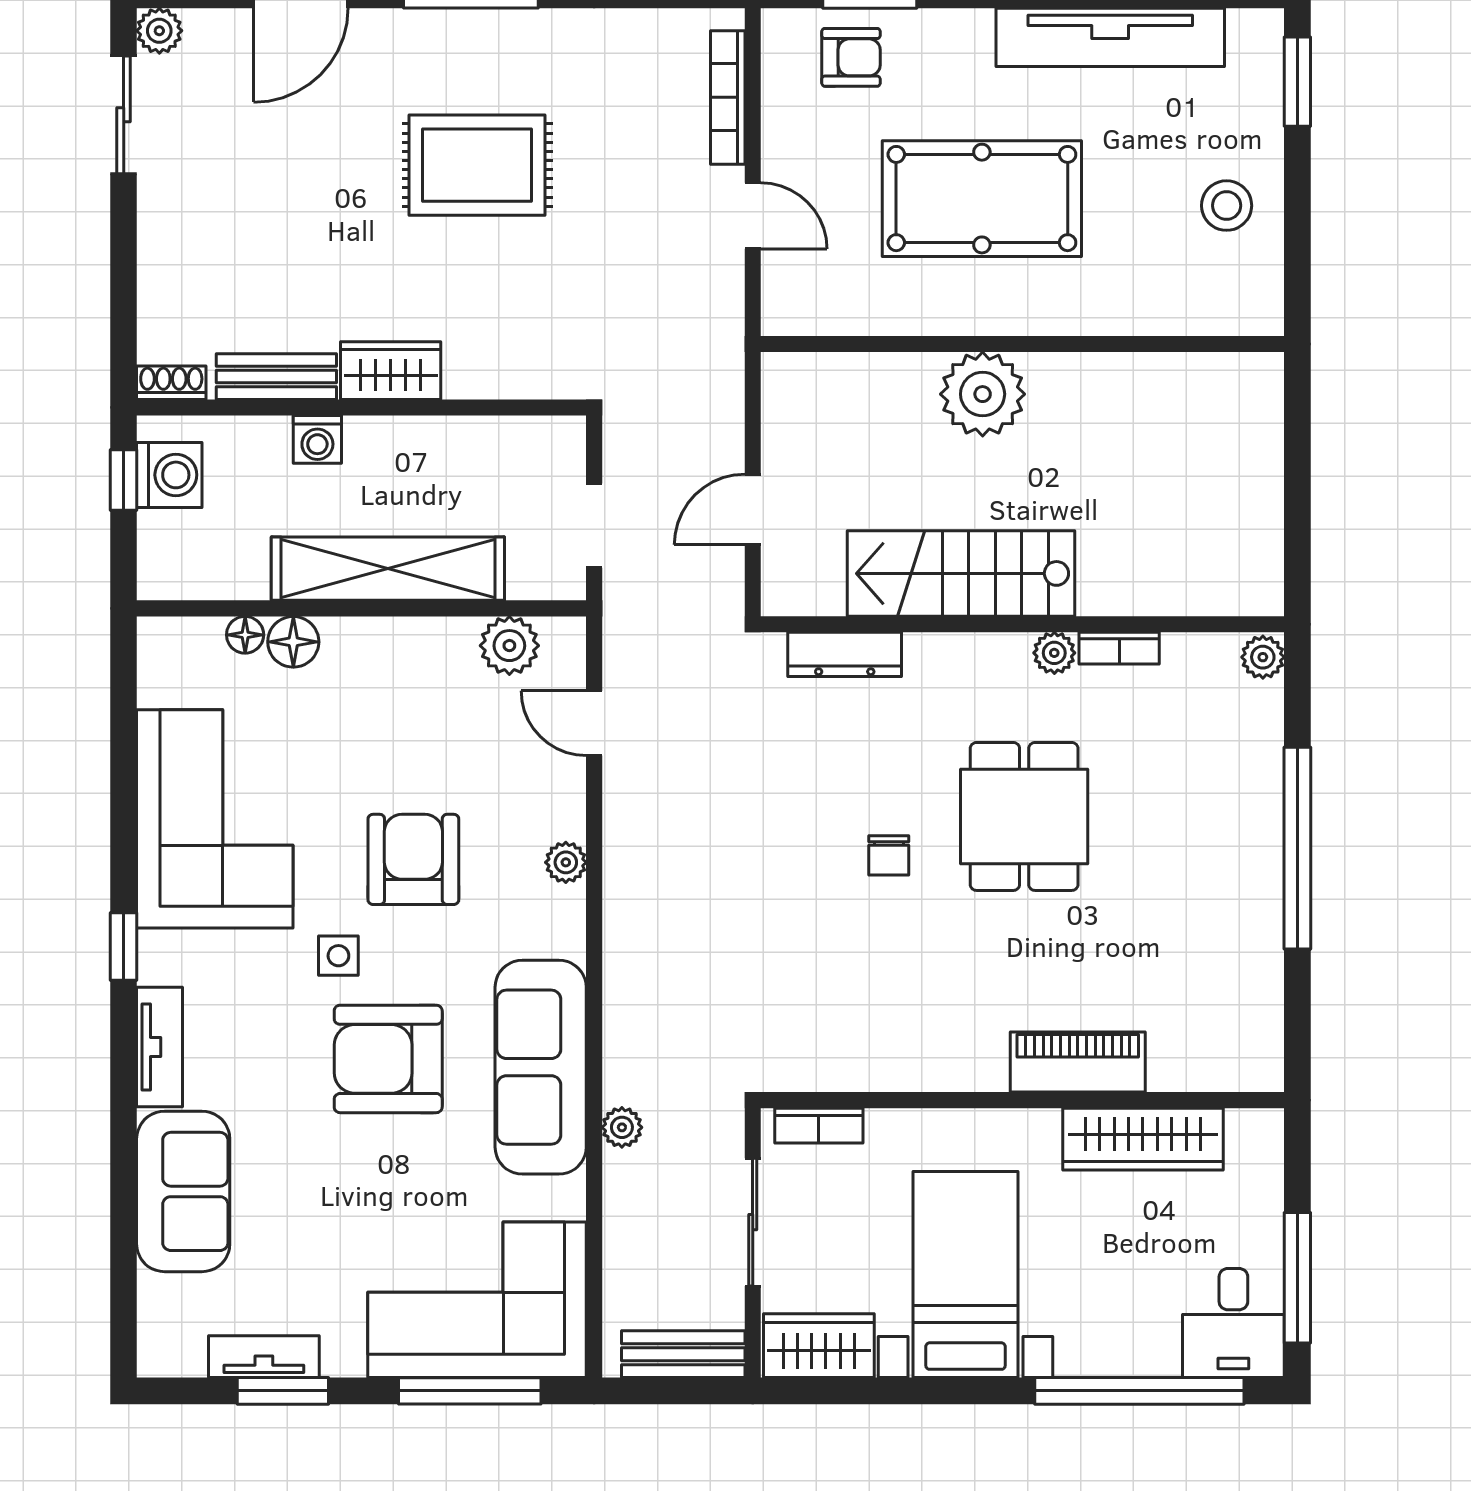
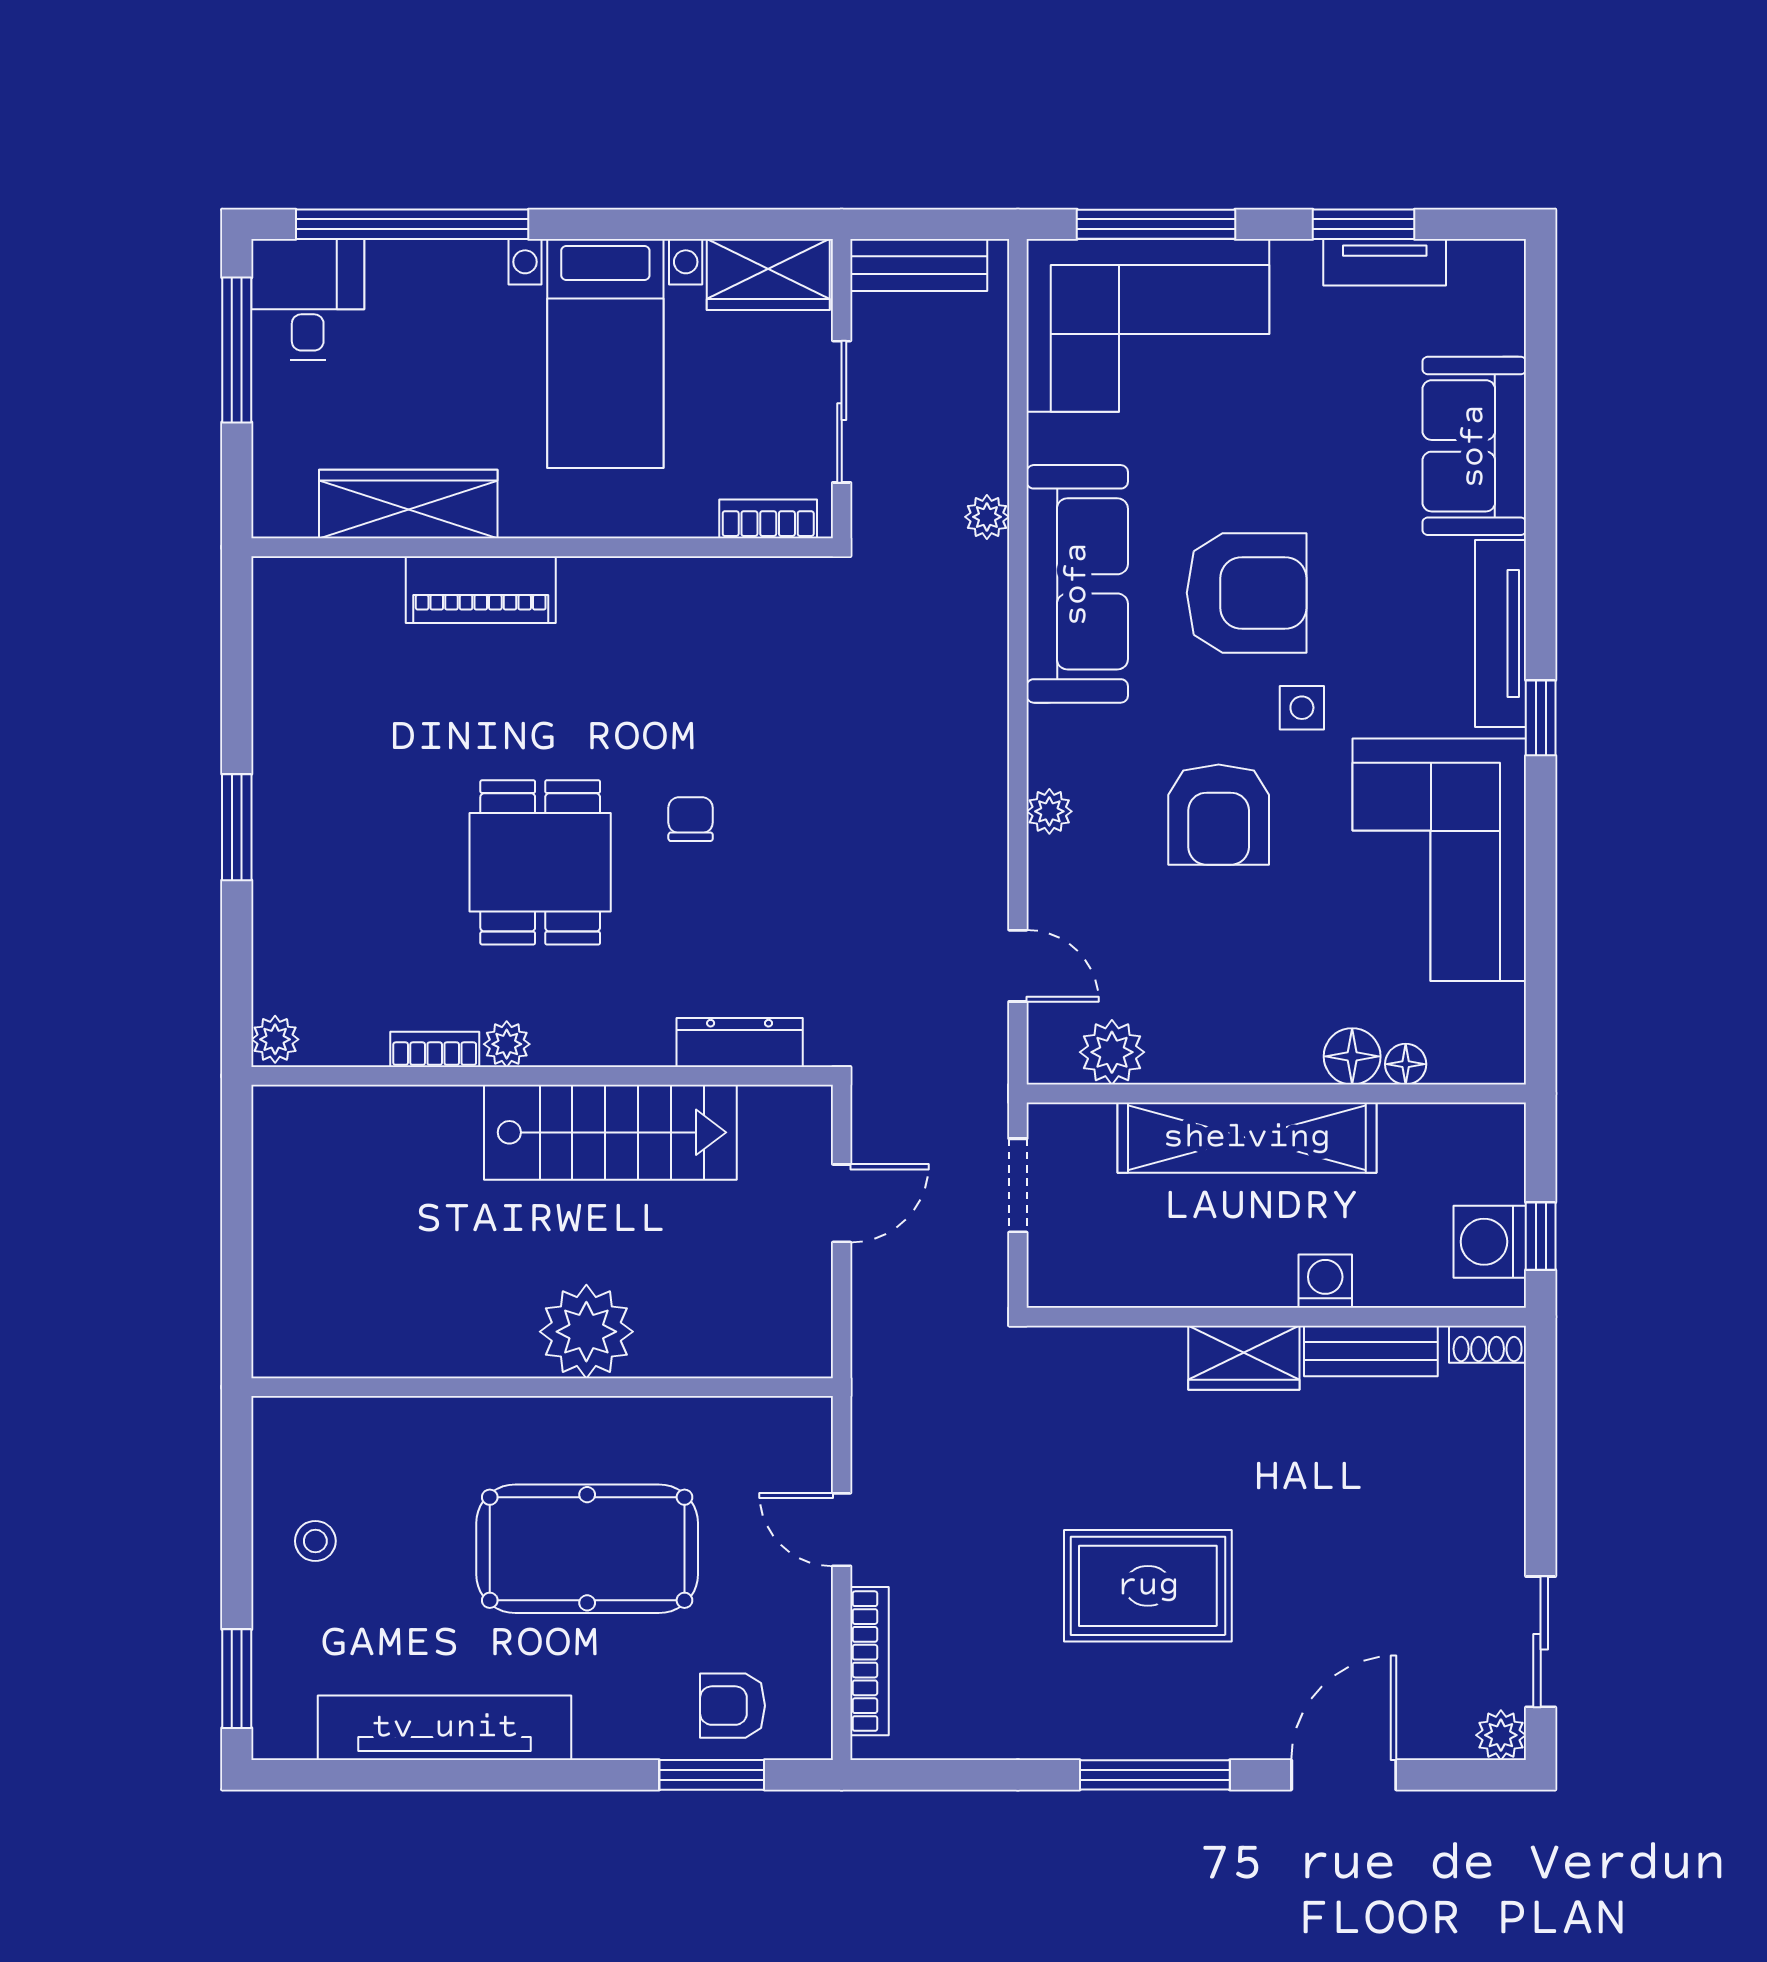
stool: (1227, 206) -> (315, 1541), width x0.73, depth x0.73
window: (1297, 848) -> (237, 827), width x0.47
tv unit: (160, 1047) -> (1501, 634), width x1.41

